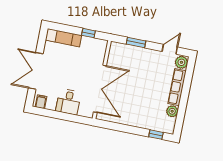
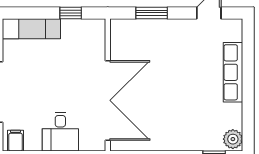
plant: (181, 62) -> (232, 30), removed
plant: (172, 111) -> (233, 139), moved

